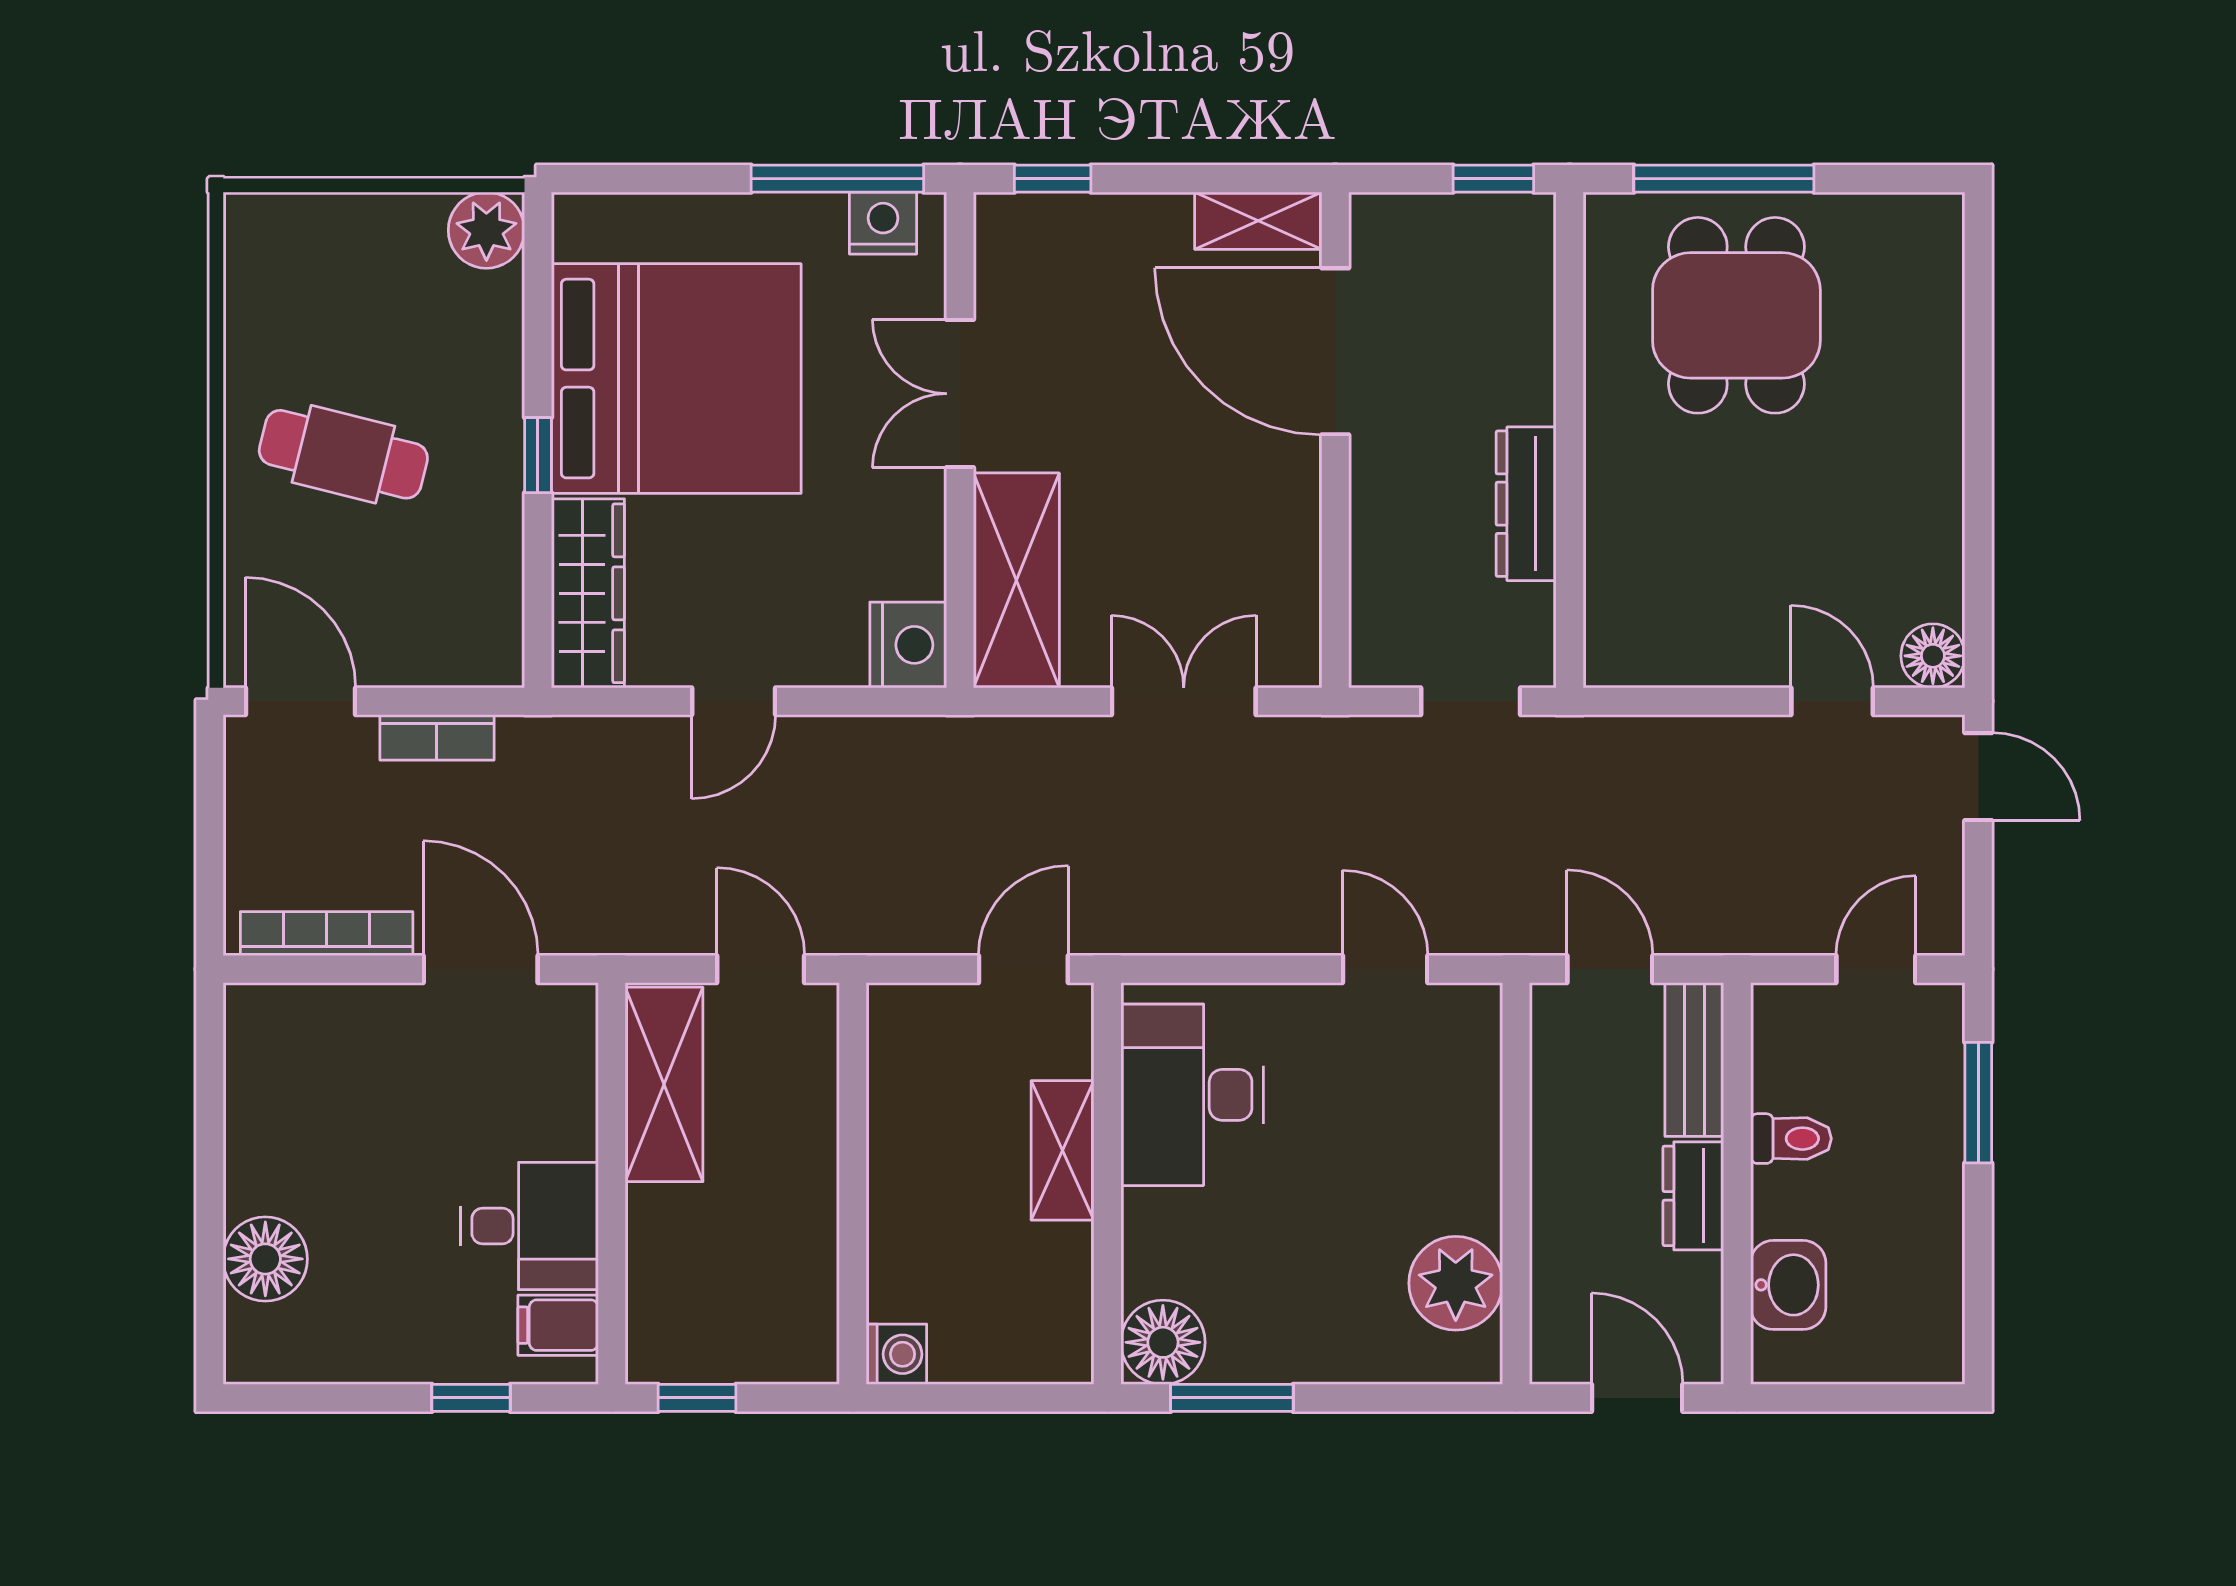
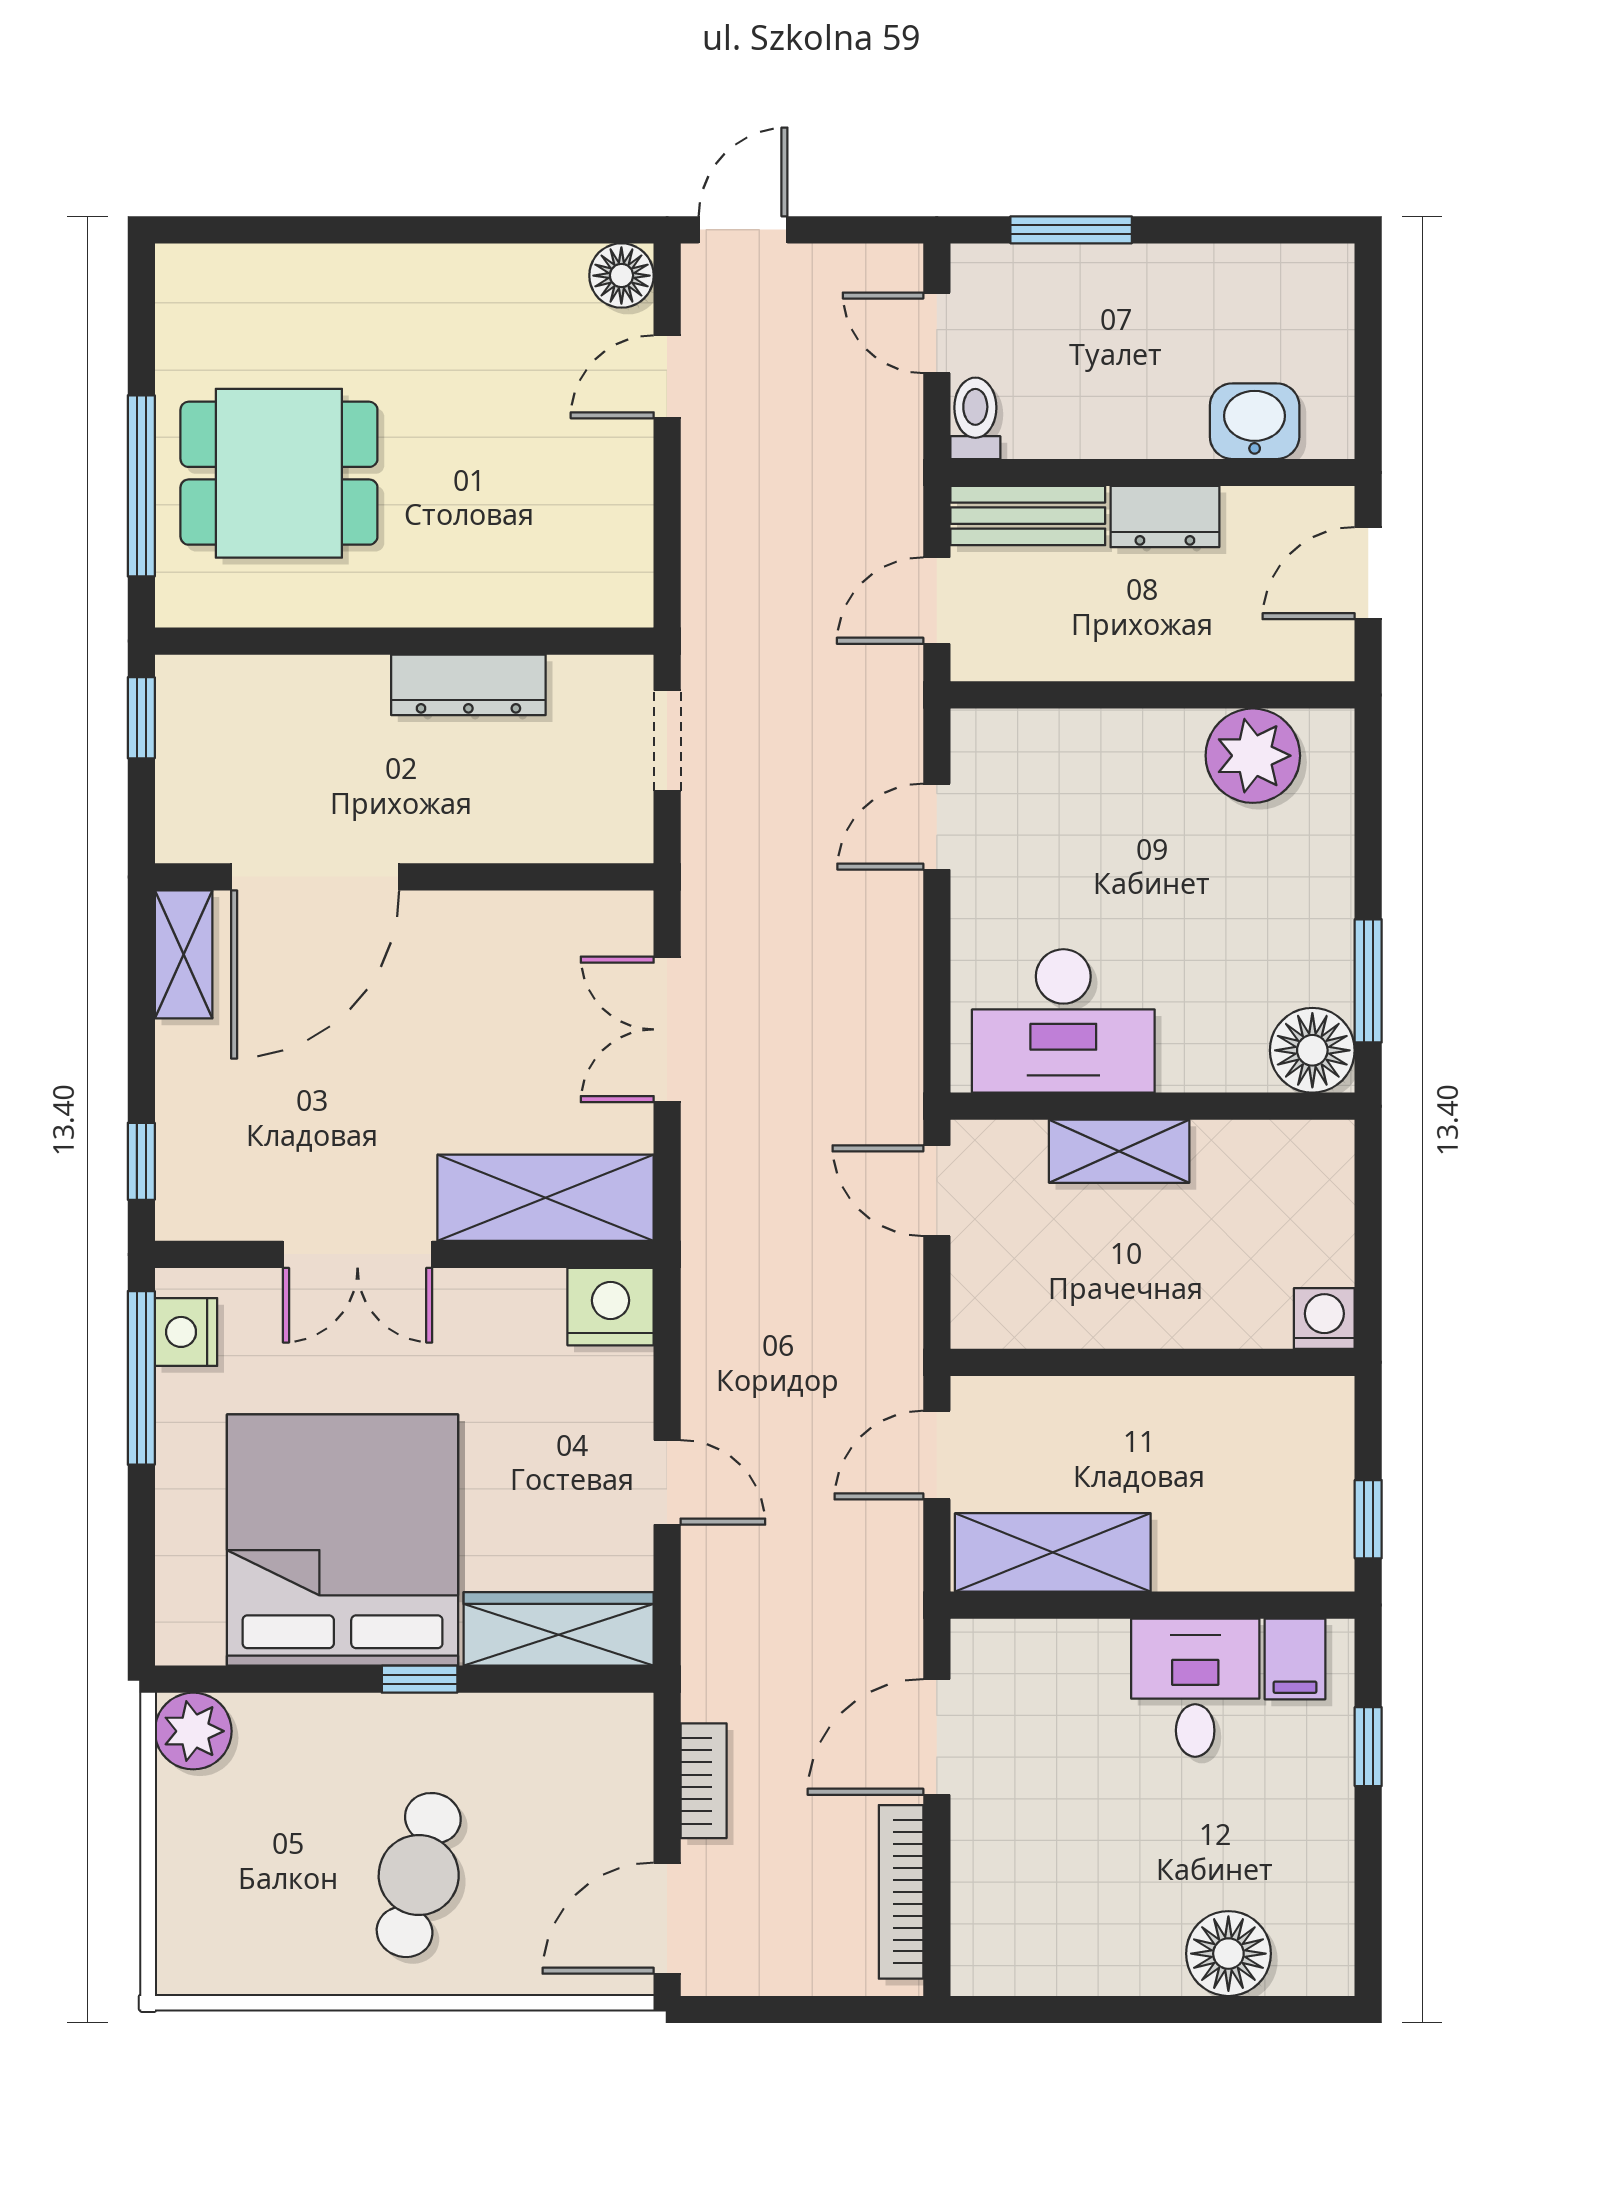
toilet: (1791, 1139) -> (975, 418), moved

